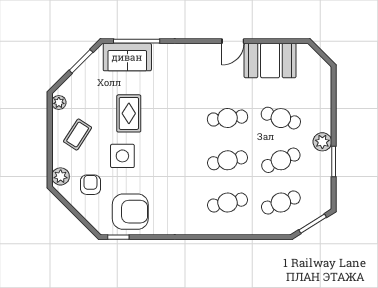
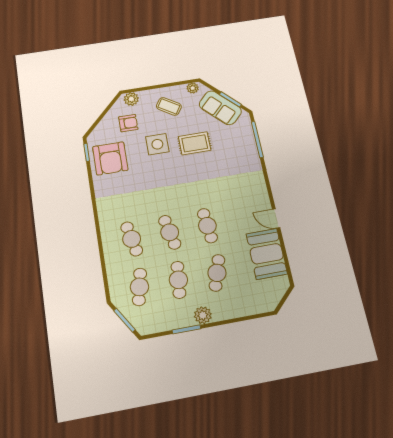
sofa: (127, 57) -> (220, 108), moved, turned -45
cafe table: (281, 160) -> (178, 280), turned 30
cafe table: (281, 203) -> (139, 287), turned 33

